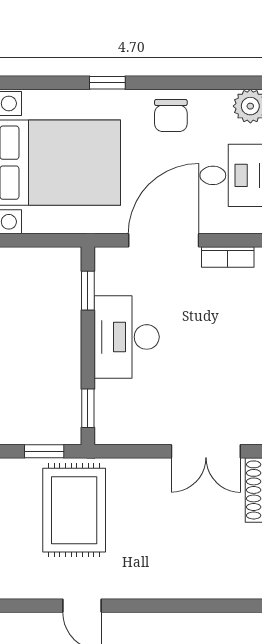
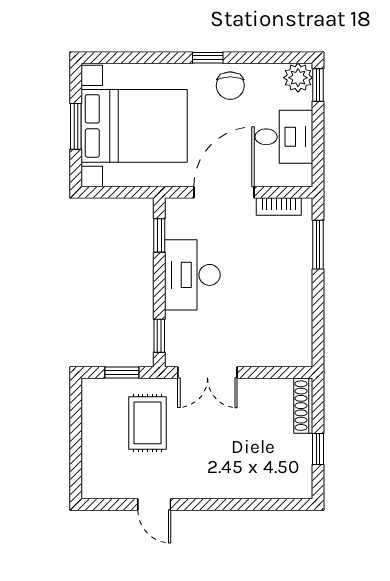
window: (107, 83) -> (208, 58), moved
double door: (206, 451) -> (207, 373), moved
rug: (74, 510) -> (148, 423), width x0.73, depth x0.70

